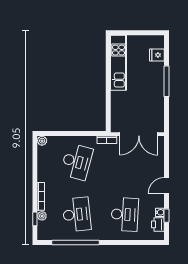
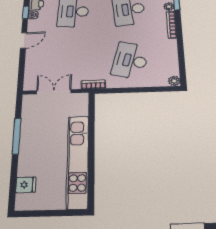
kitchen unit: (119, 63) -> (78, 161), width x1.36
window: (166, 81) -> (17, 136), moved
double door: (139, 134) -> (54, 92), width x0.73

